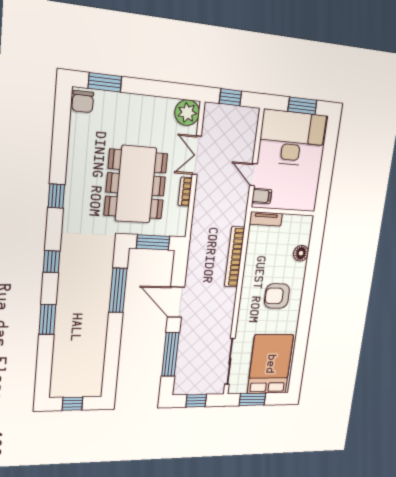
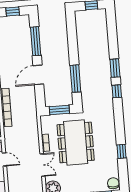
window: (56, 196) -> (121, 151), moved
door: (176, 302) -> (38, 75), swing flipped
window: (47, 319) -> (115, 68), moved

